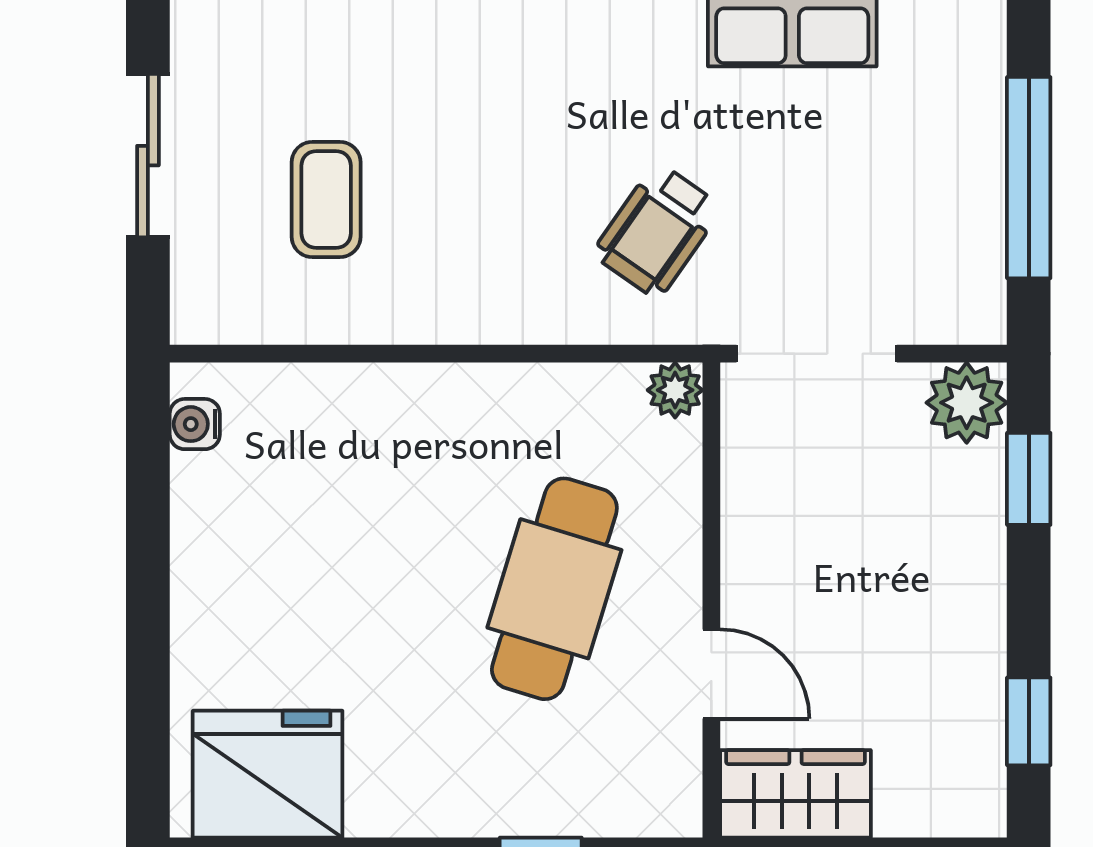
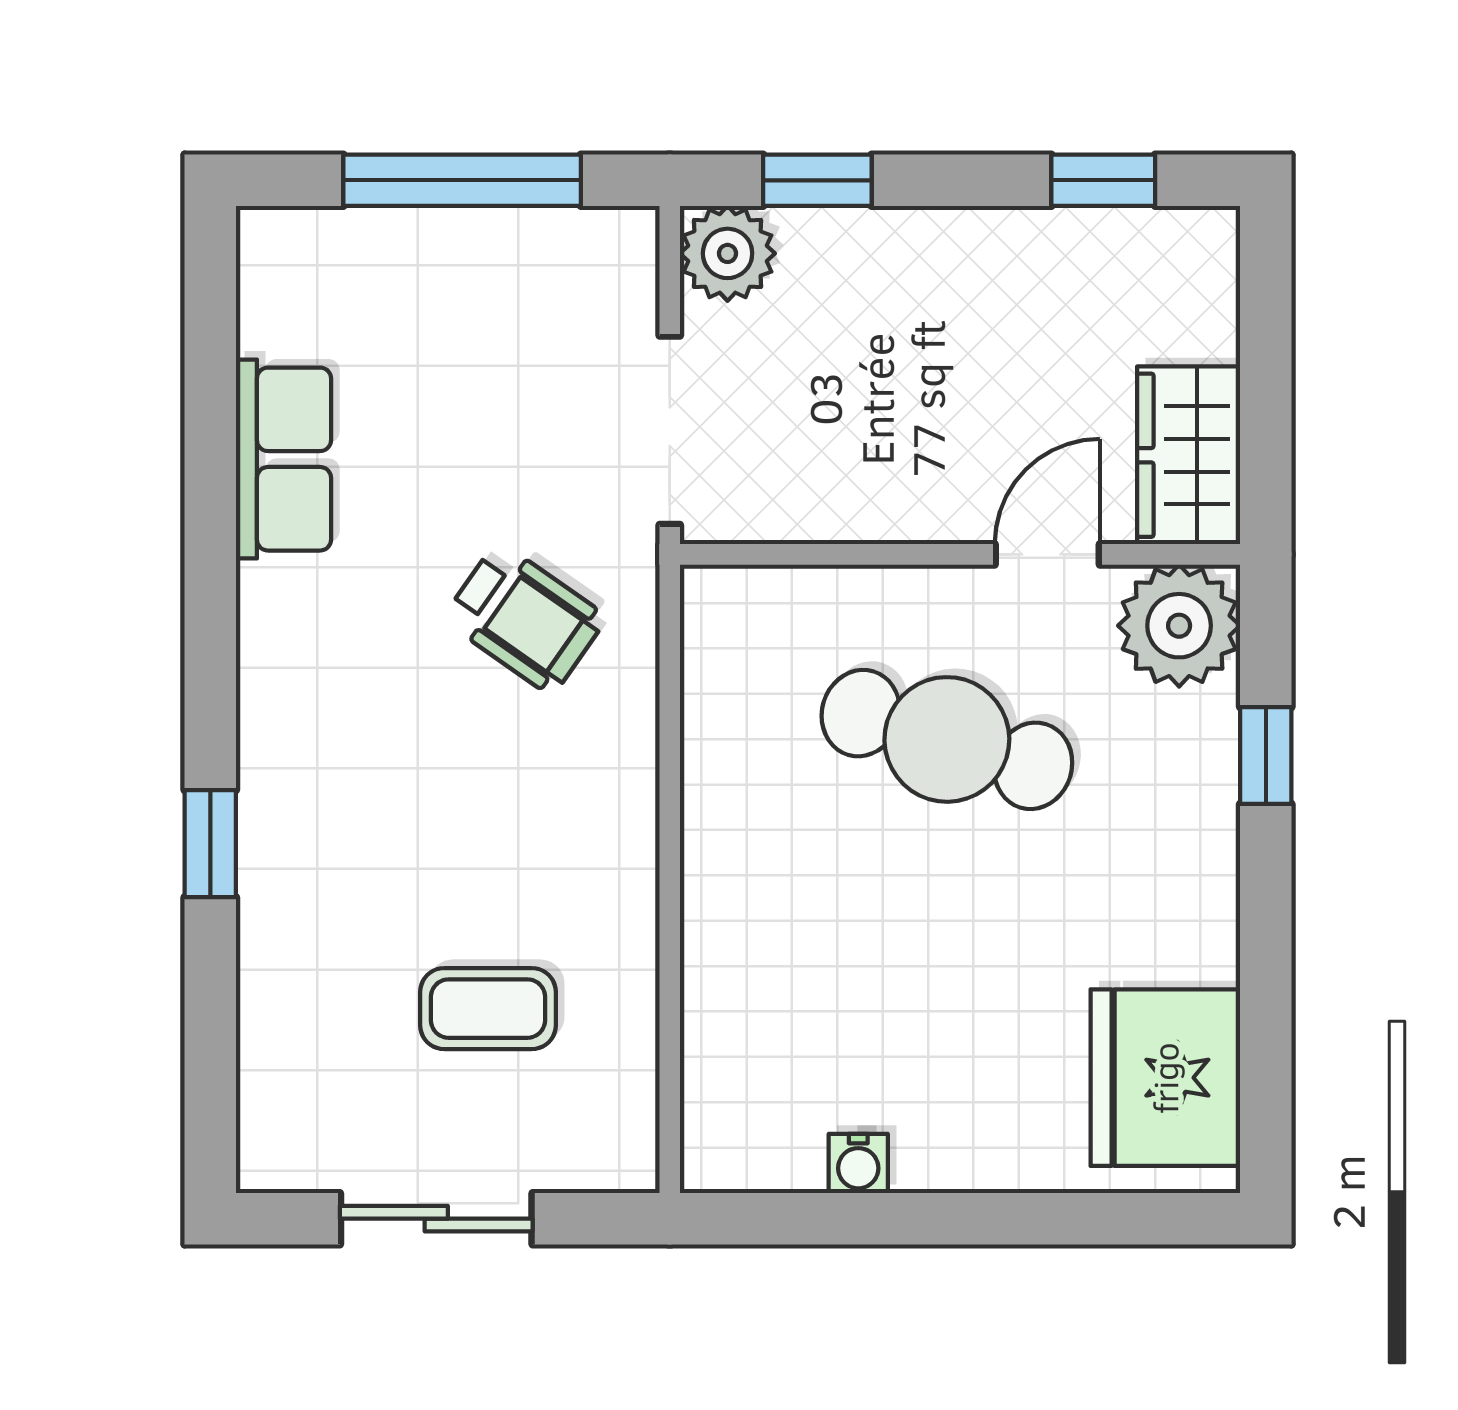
plant: (675, 390) -> (1179, 626), moved, width x1.88, depth x1.88
water cooler: (195, 424) -> (858, 1163), moved

